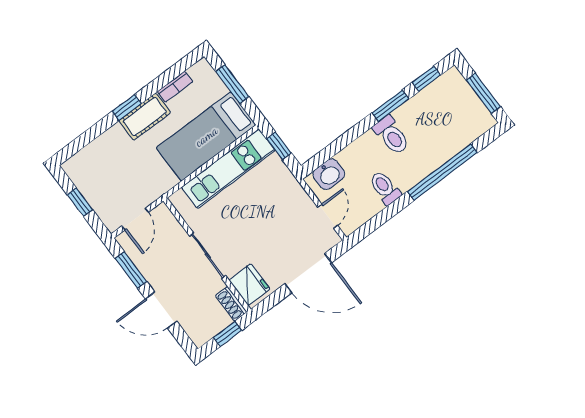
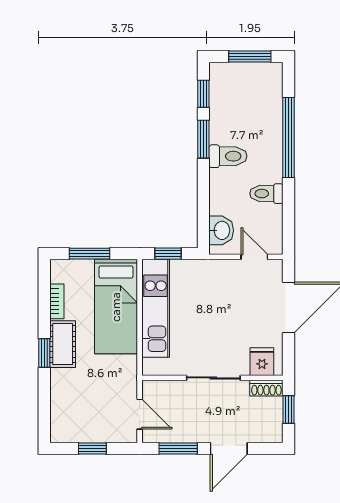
fridge: (249, 285) -> (262, 362), width x0.72

